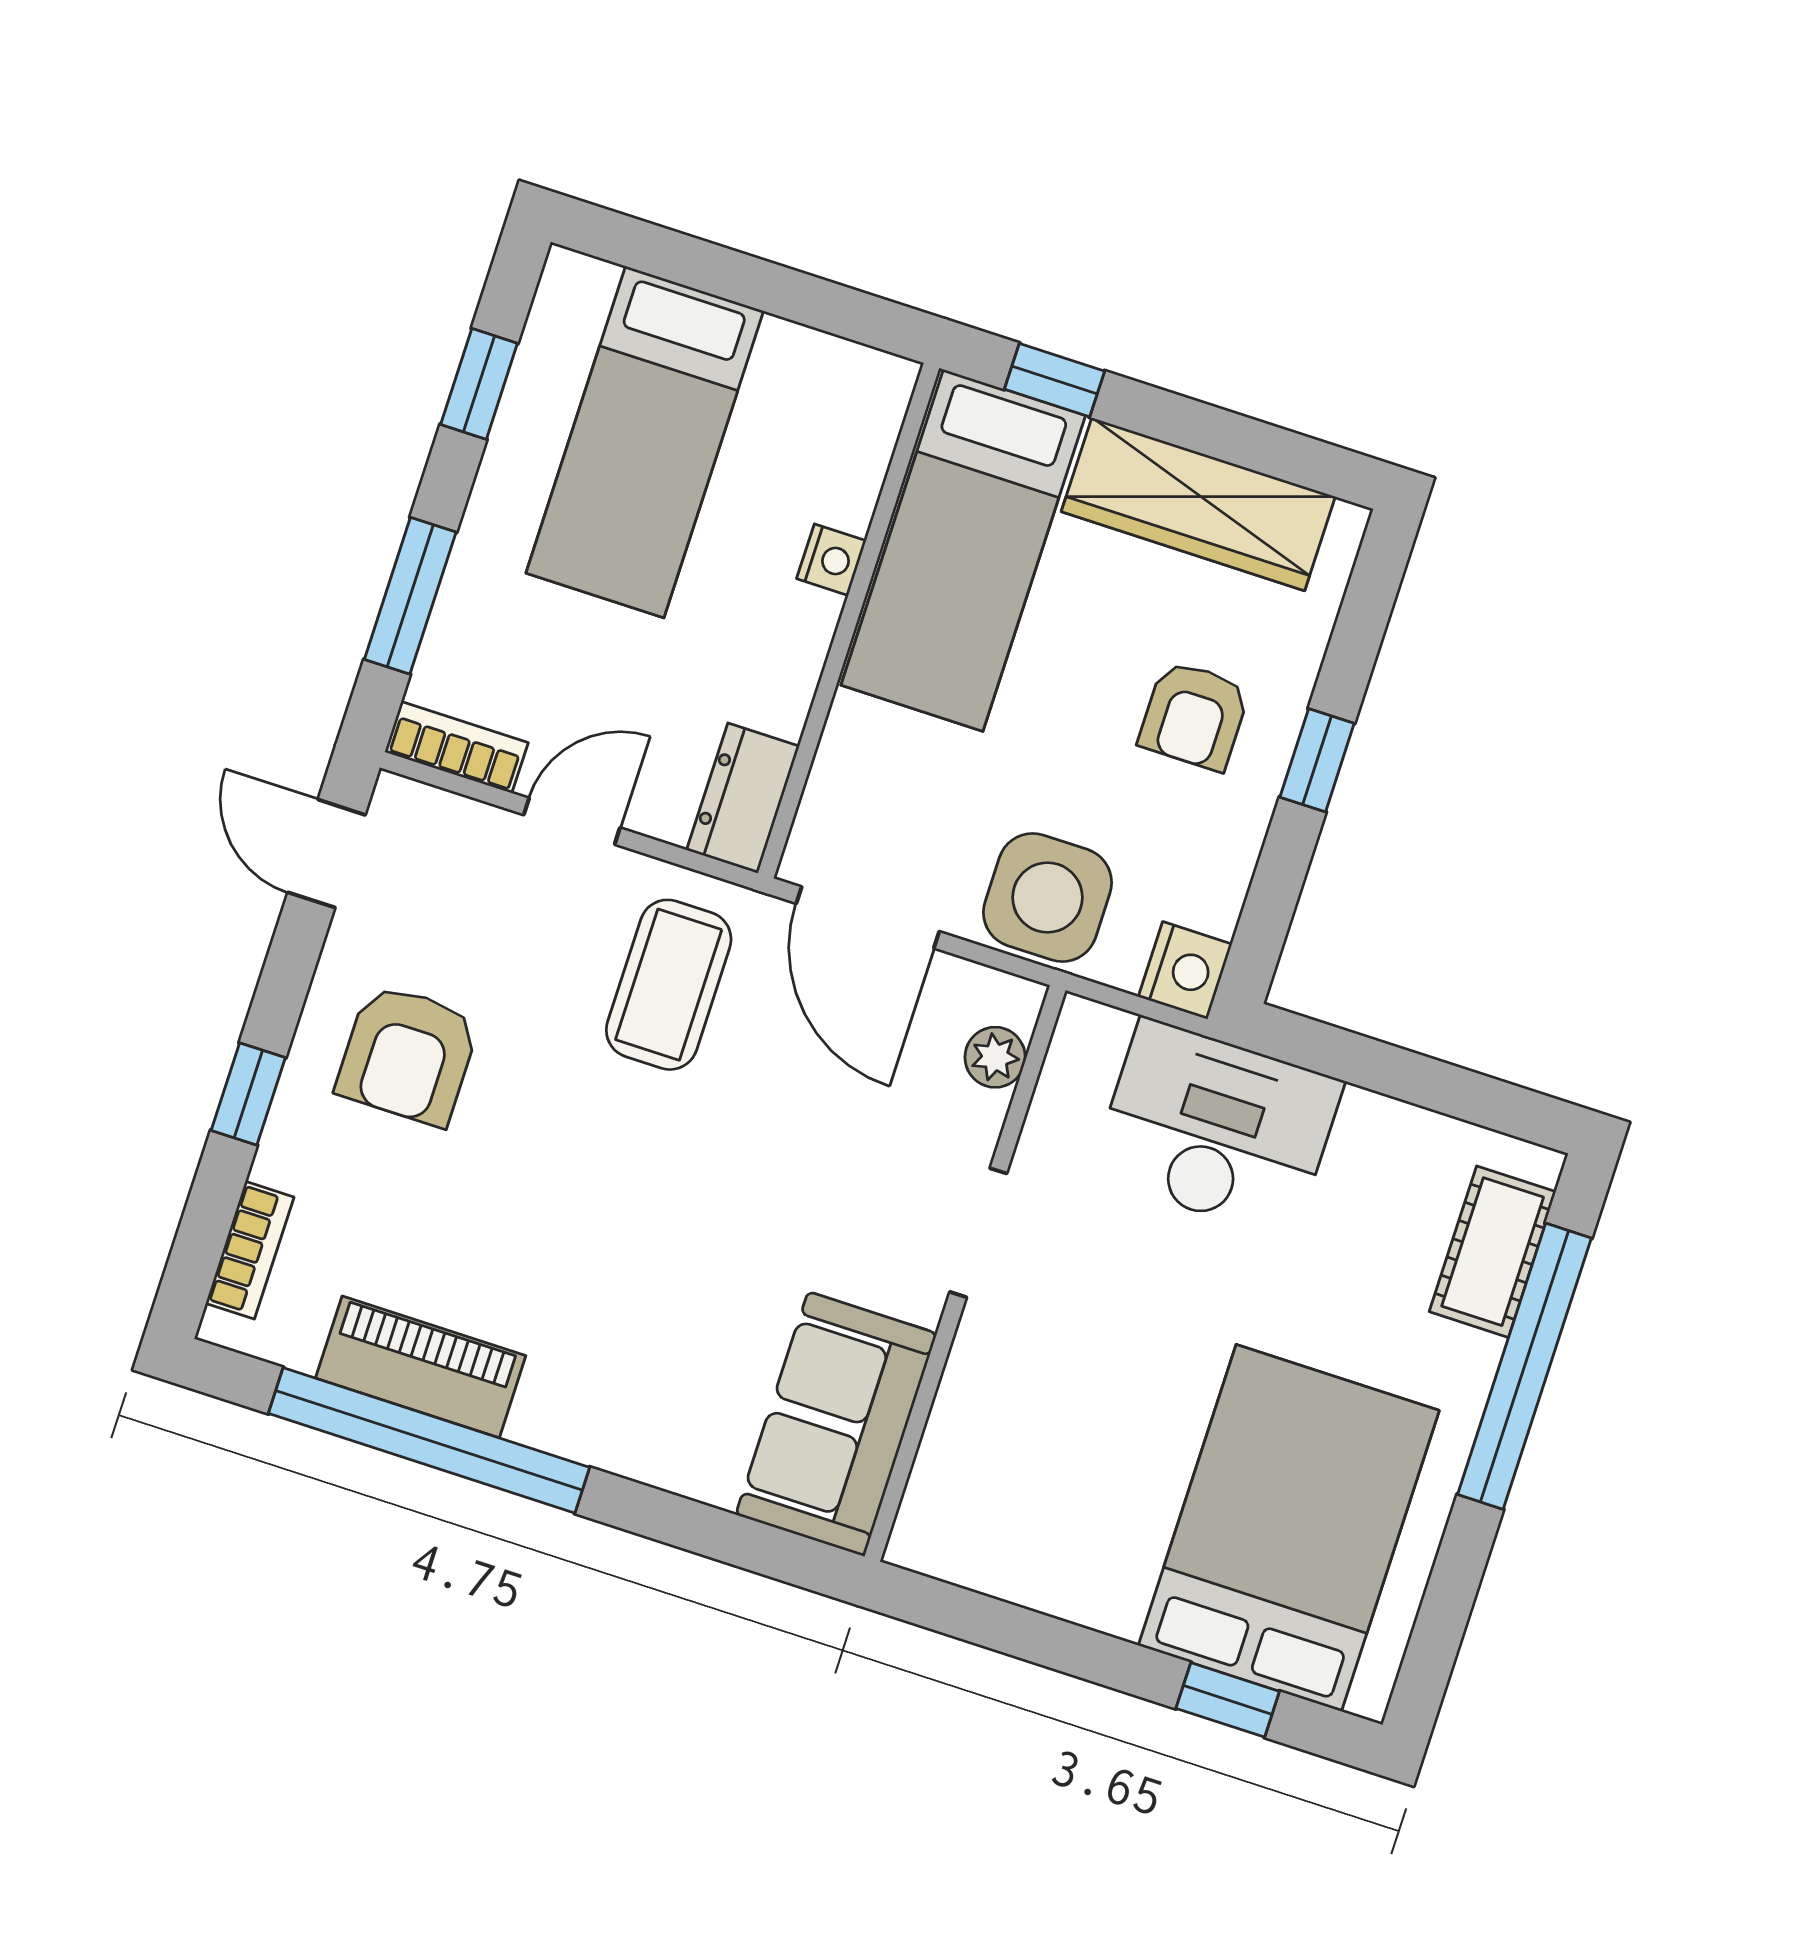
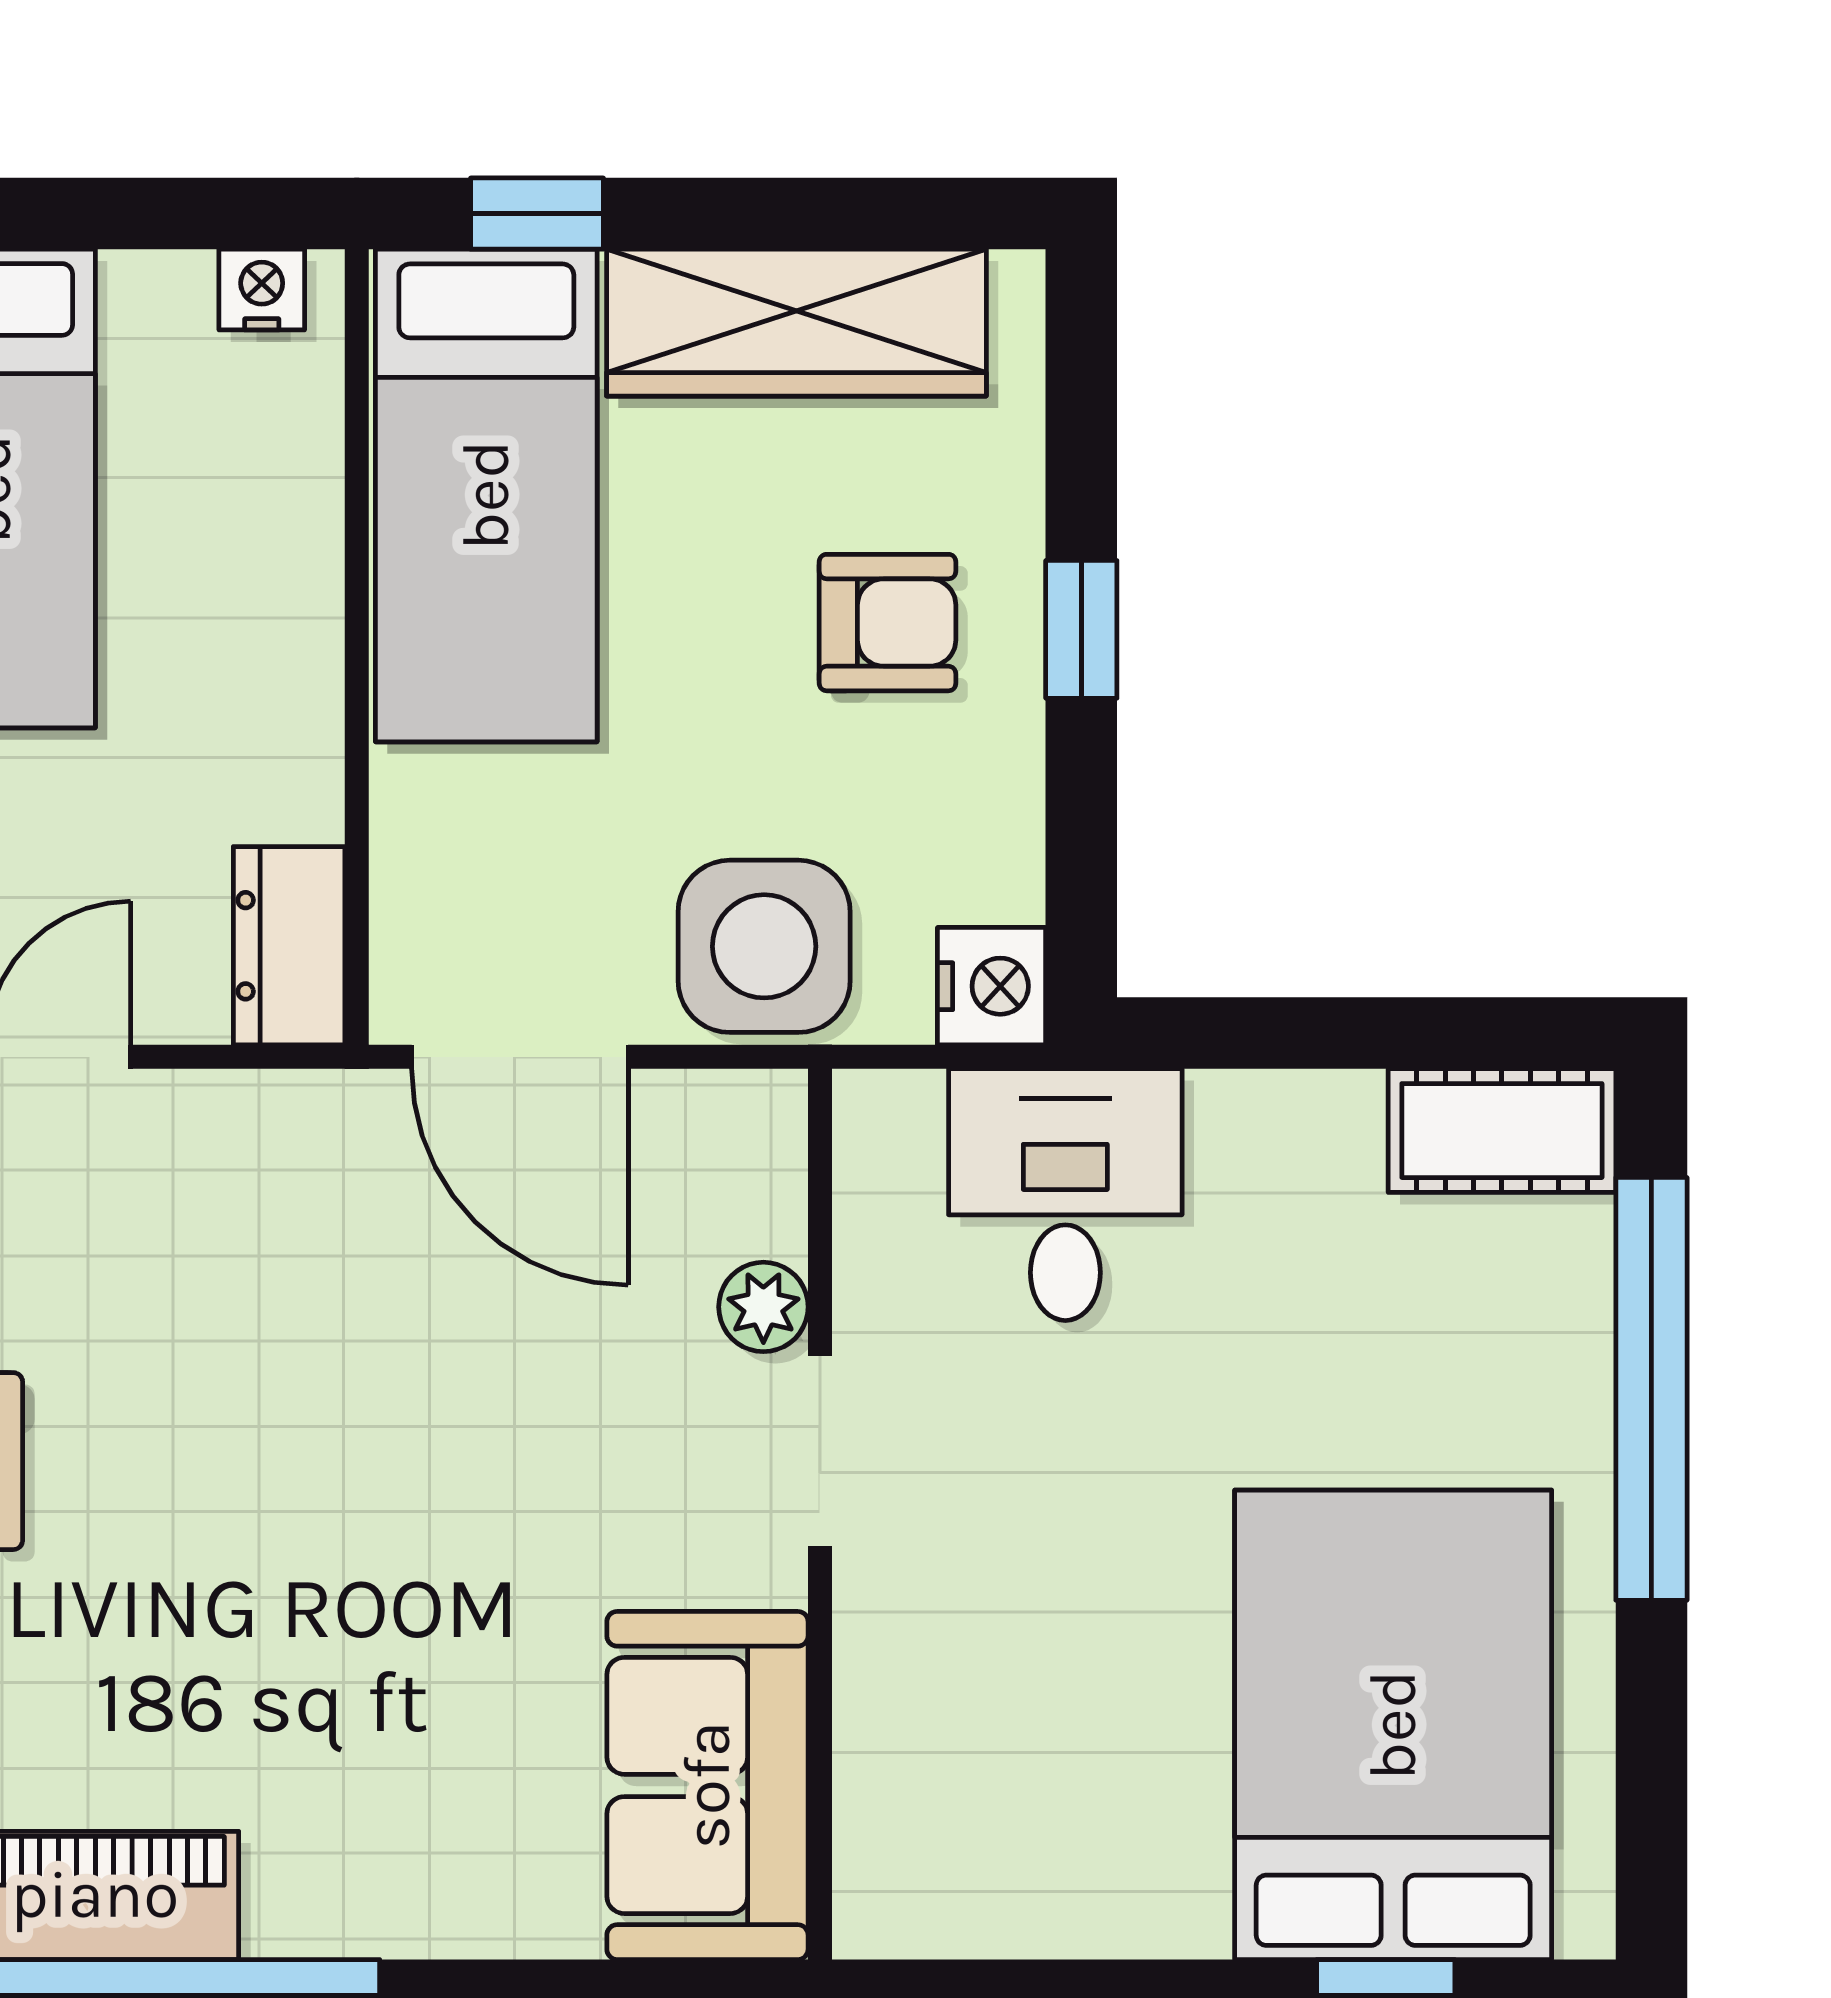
nightstand: (831, 560) -> (262, 290), moved, turned -90
armchair: (1194, 715) -> (888, 623), turned -90
coffee table: (669, 985) -> (270, 1243), removed
plant: (995, 1057) -> (763, 1307), moved
desk: (1217, 1129) -> (1065, 1195), width x0.73
cot: (1493, 1252) -> (1502, 1131), moved, turned 90

